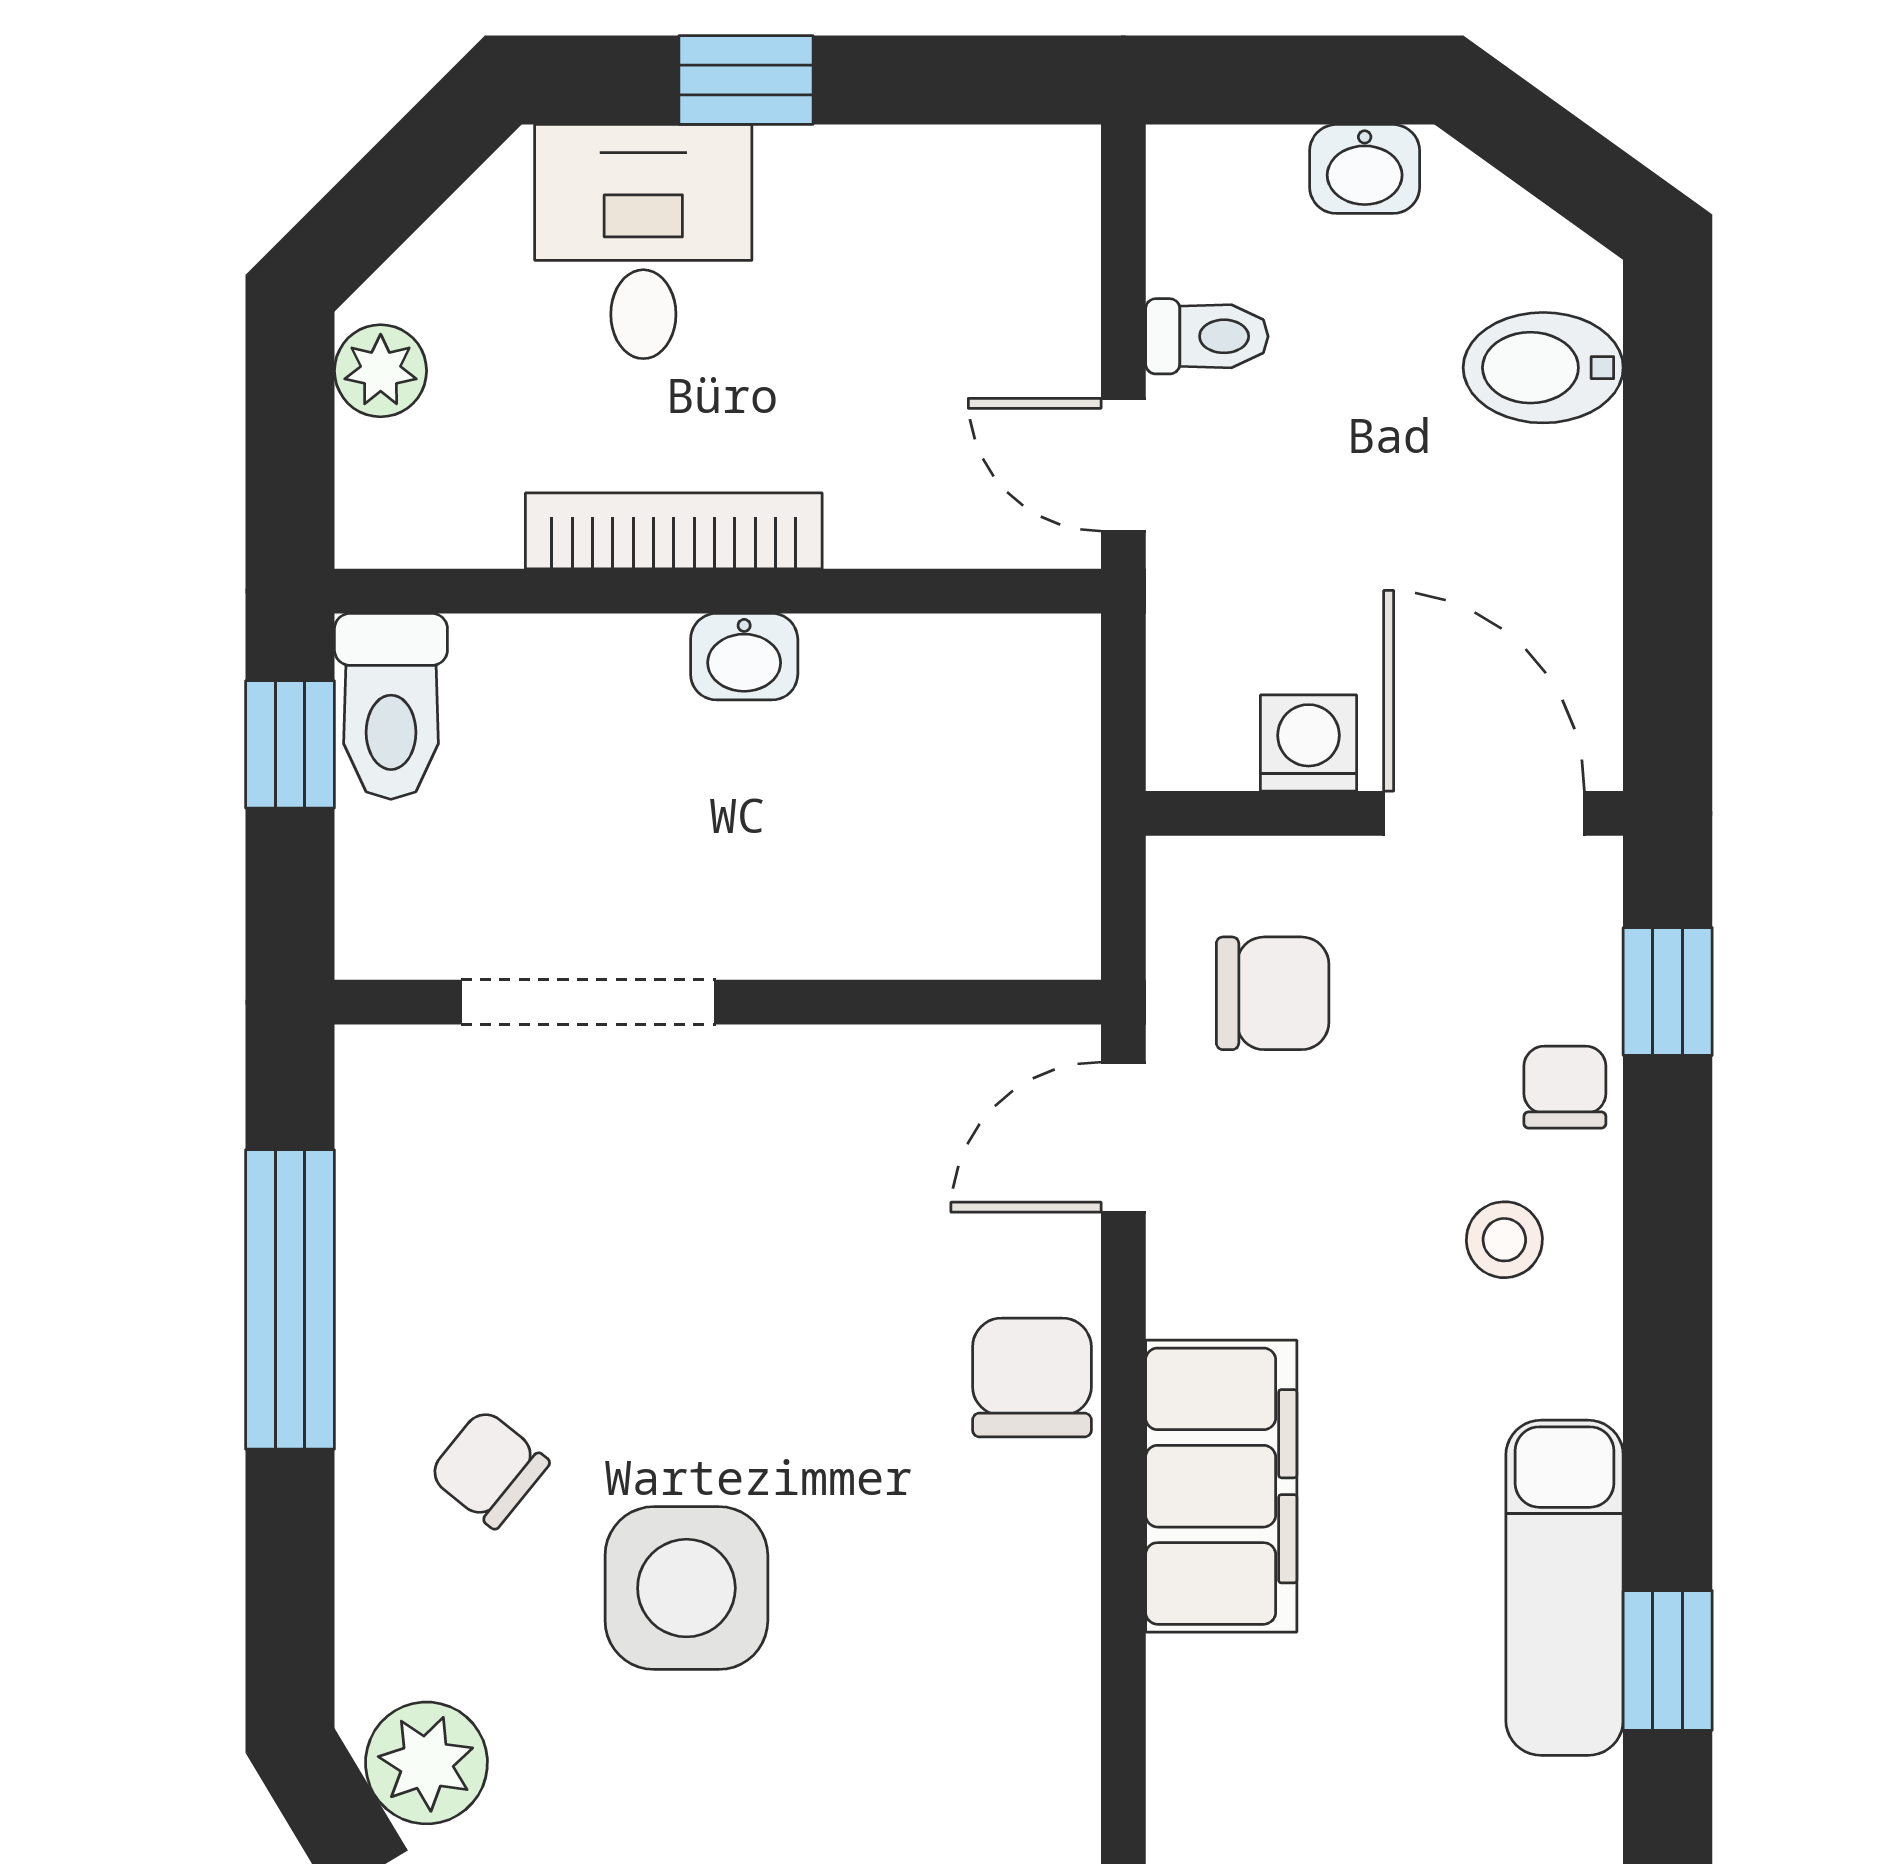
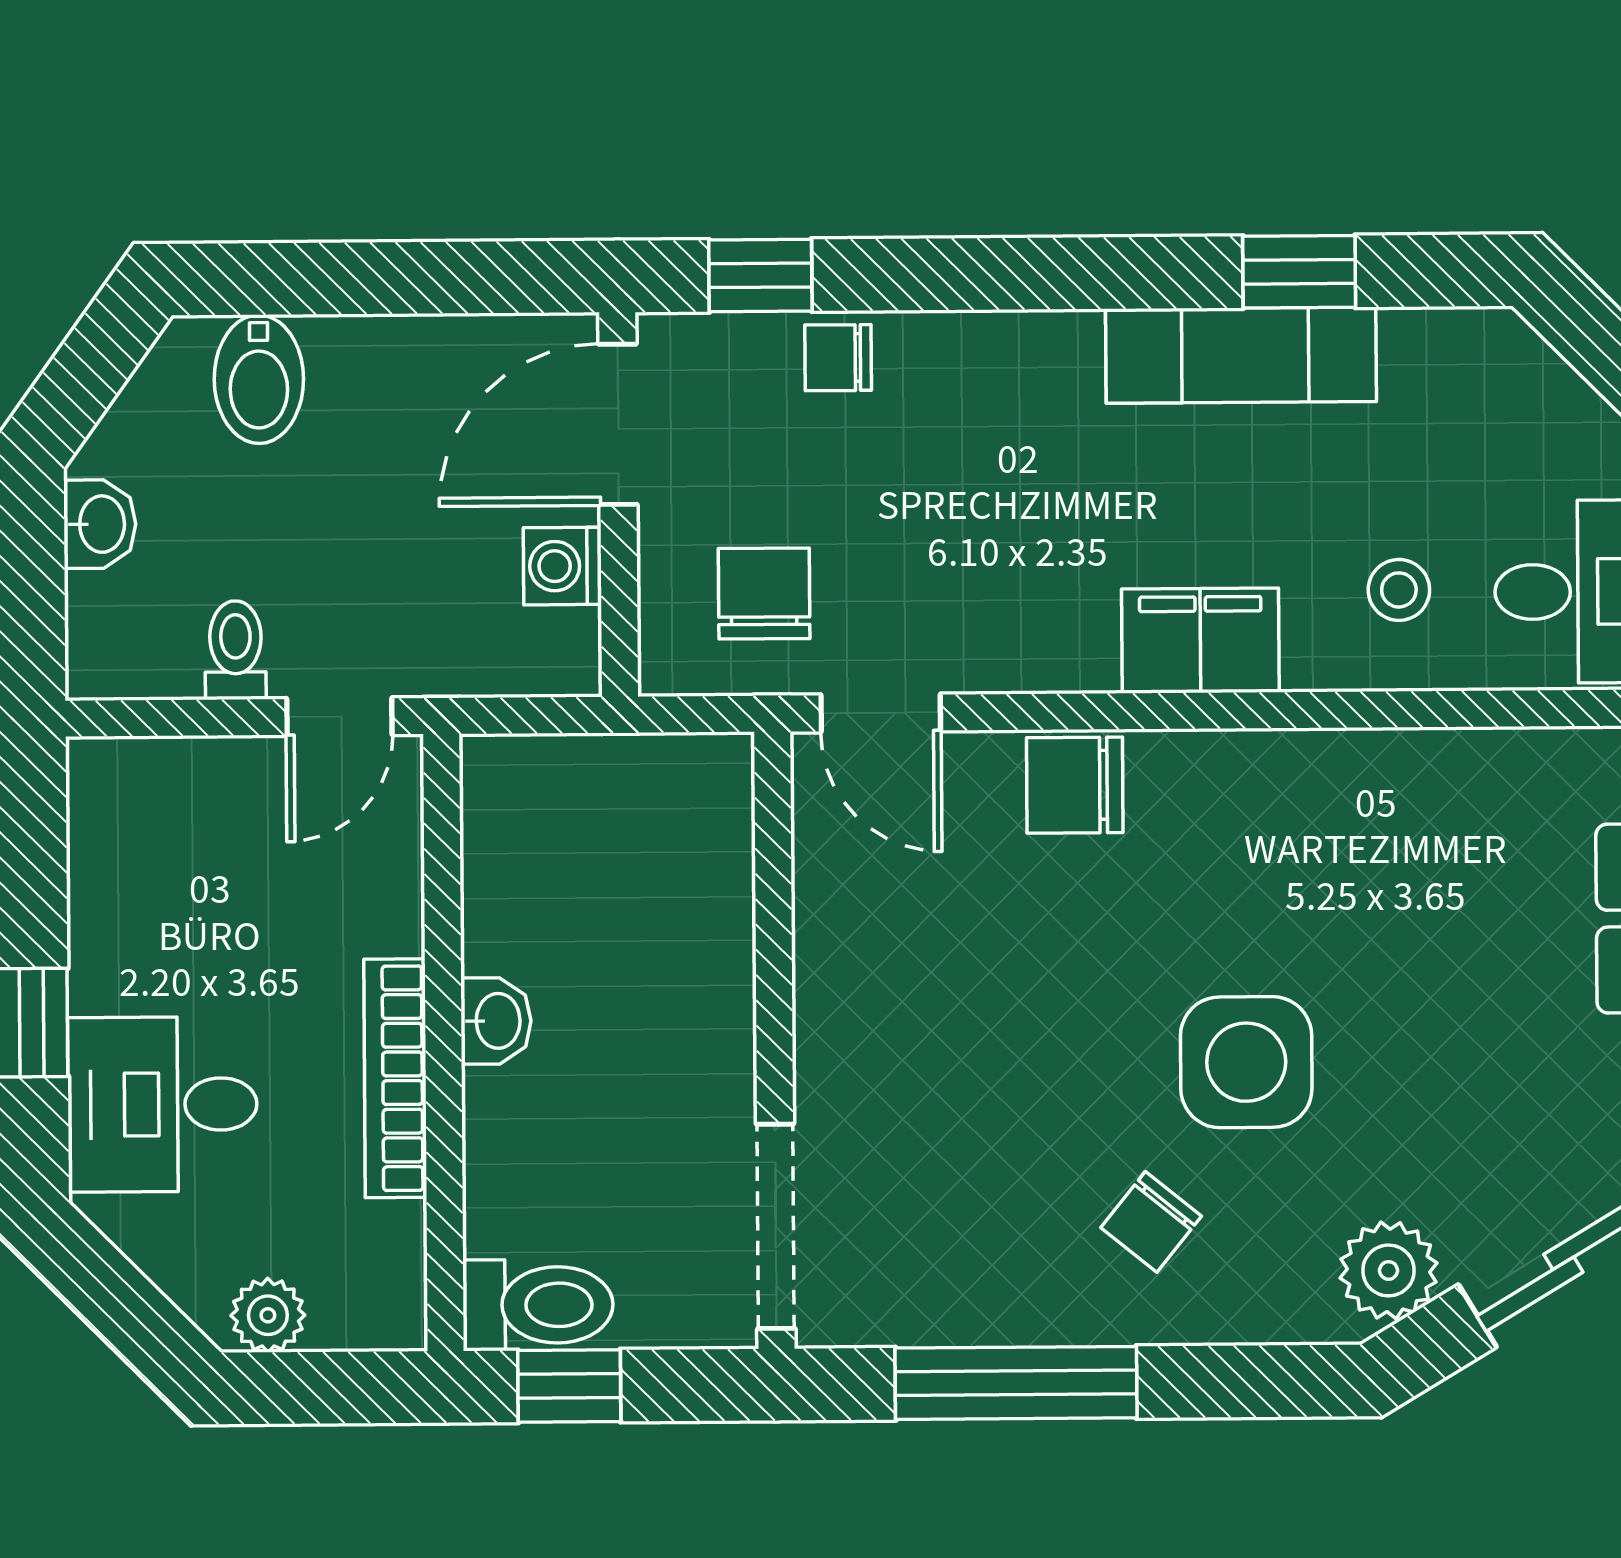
doorway: (588, 1002) -> (776, 1226), moved
stool: (1504, 1240) -> (1399, 590), moved
filing cabinet: (1221, 1486) -> (1200, 641), width x0.67, depth x0.86

